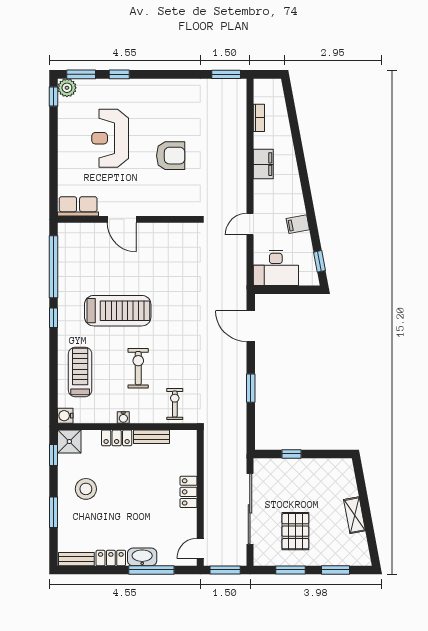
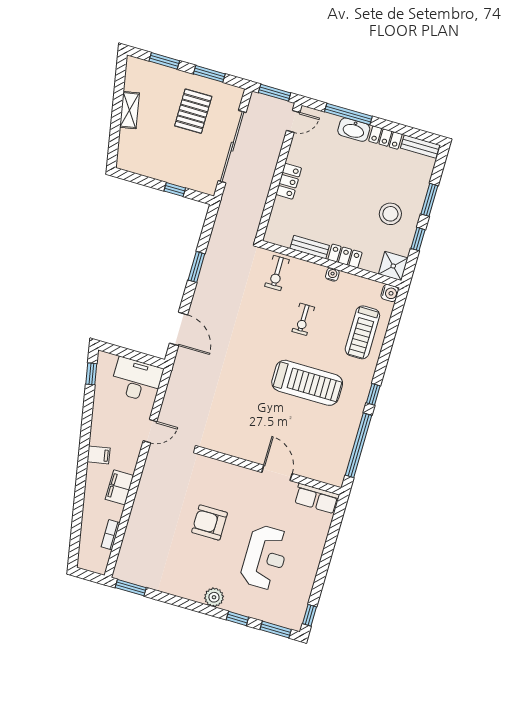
plant: (67, 88) -> (214, 597), moved
filing cabinet: (298, 224) -> (99, 455), moved
treadmill: (118, 311) -> (307, 383), turned 180
exercise bike: (138, 368) -> (303, 319), width x0.73, depth x0.72
window: (54, 455) -> (418, 239), moved

